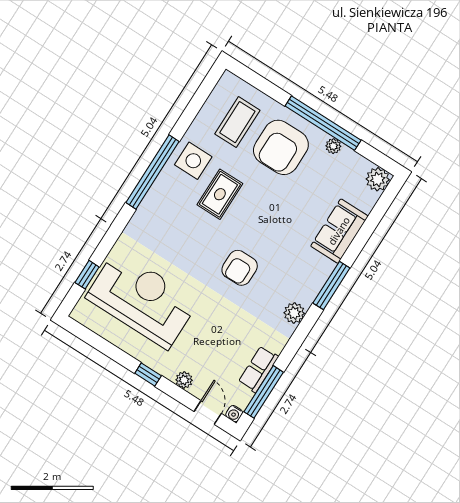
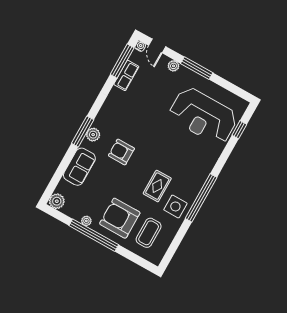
armchair: (281, 147) -> (120, 218), turned -90
armchair: (240, 268) -> (121, 152), moved, turned -90
plant: (294, 313) -> (93, 135), moved
window: (148, 374) -> (197, 68), width x2.17

